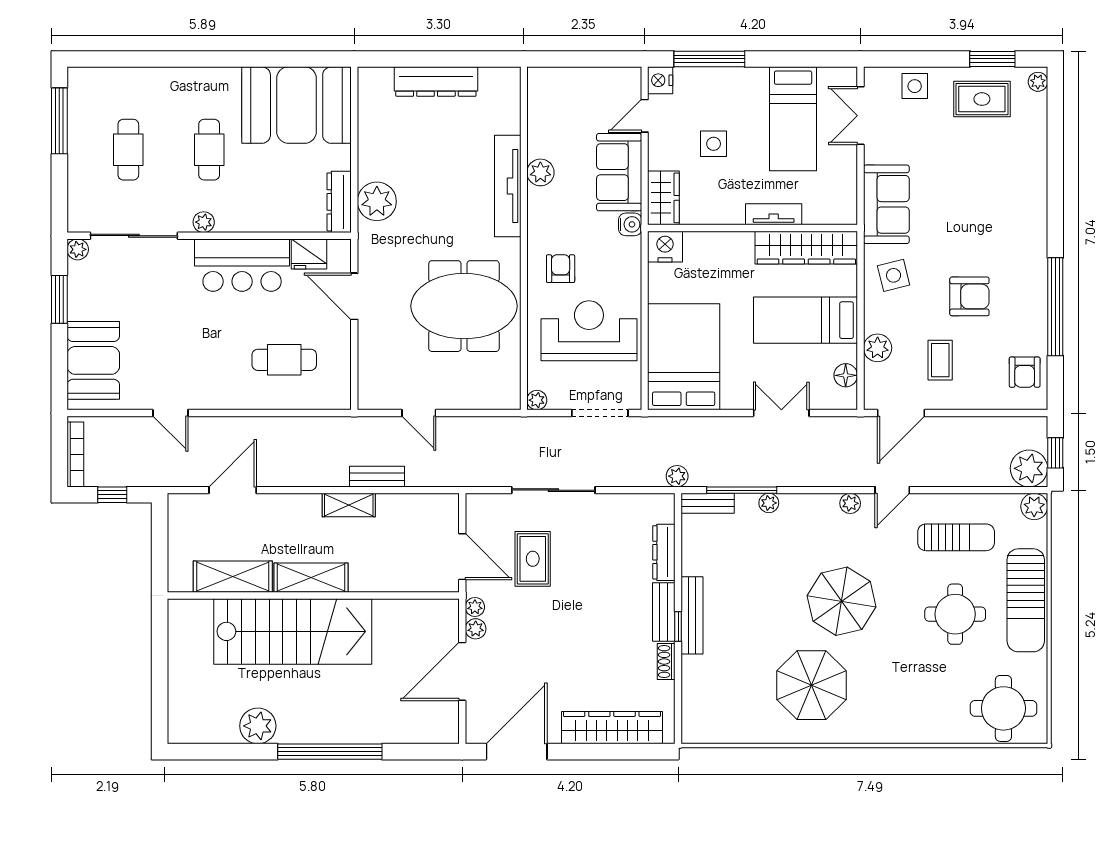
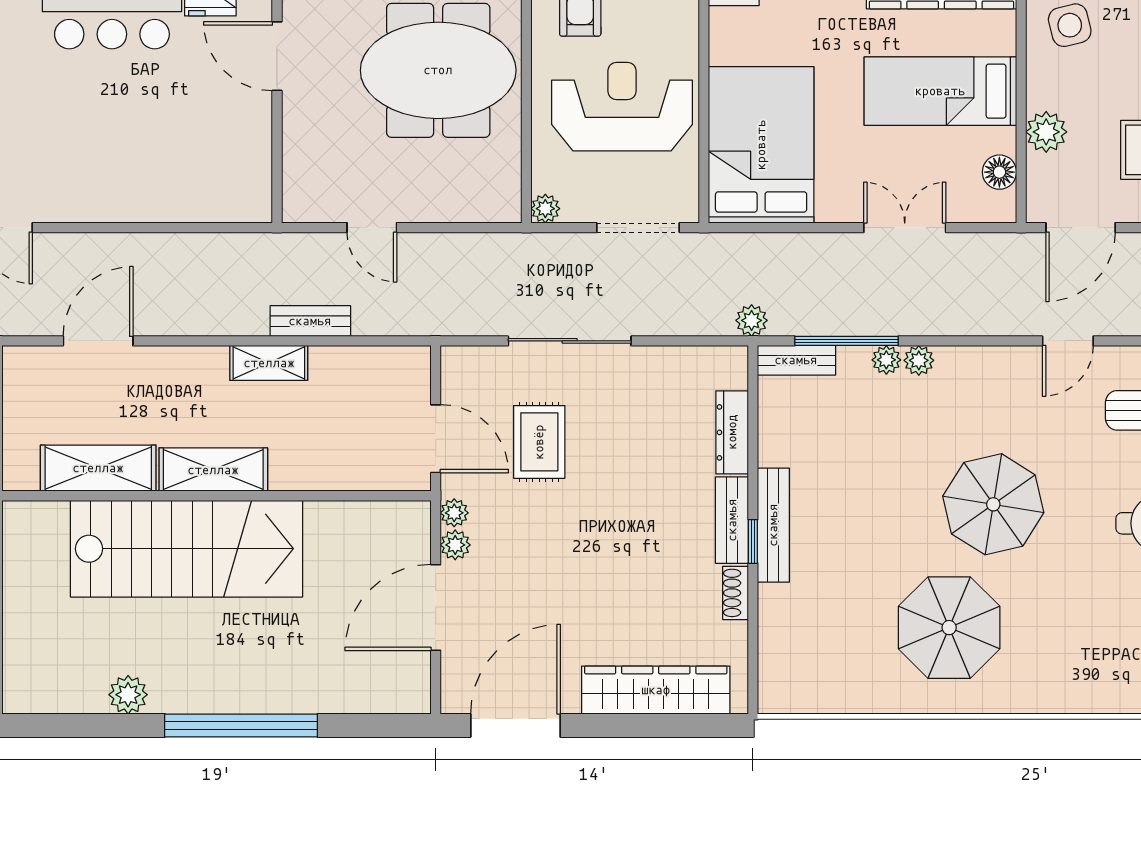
cafe table: (284, 360) -> (174, 149), removed
plant: (850, 503) -> (919, 360), moved
plant: (258, 726) -> (128, 695), width x0.73, depth x0.73

